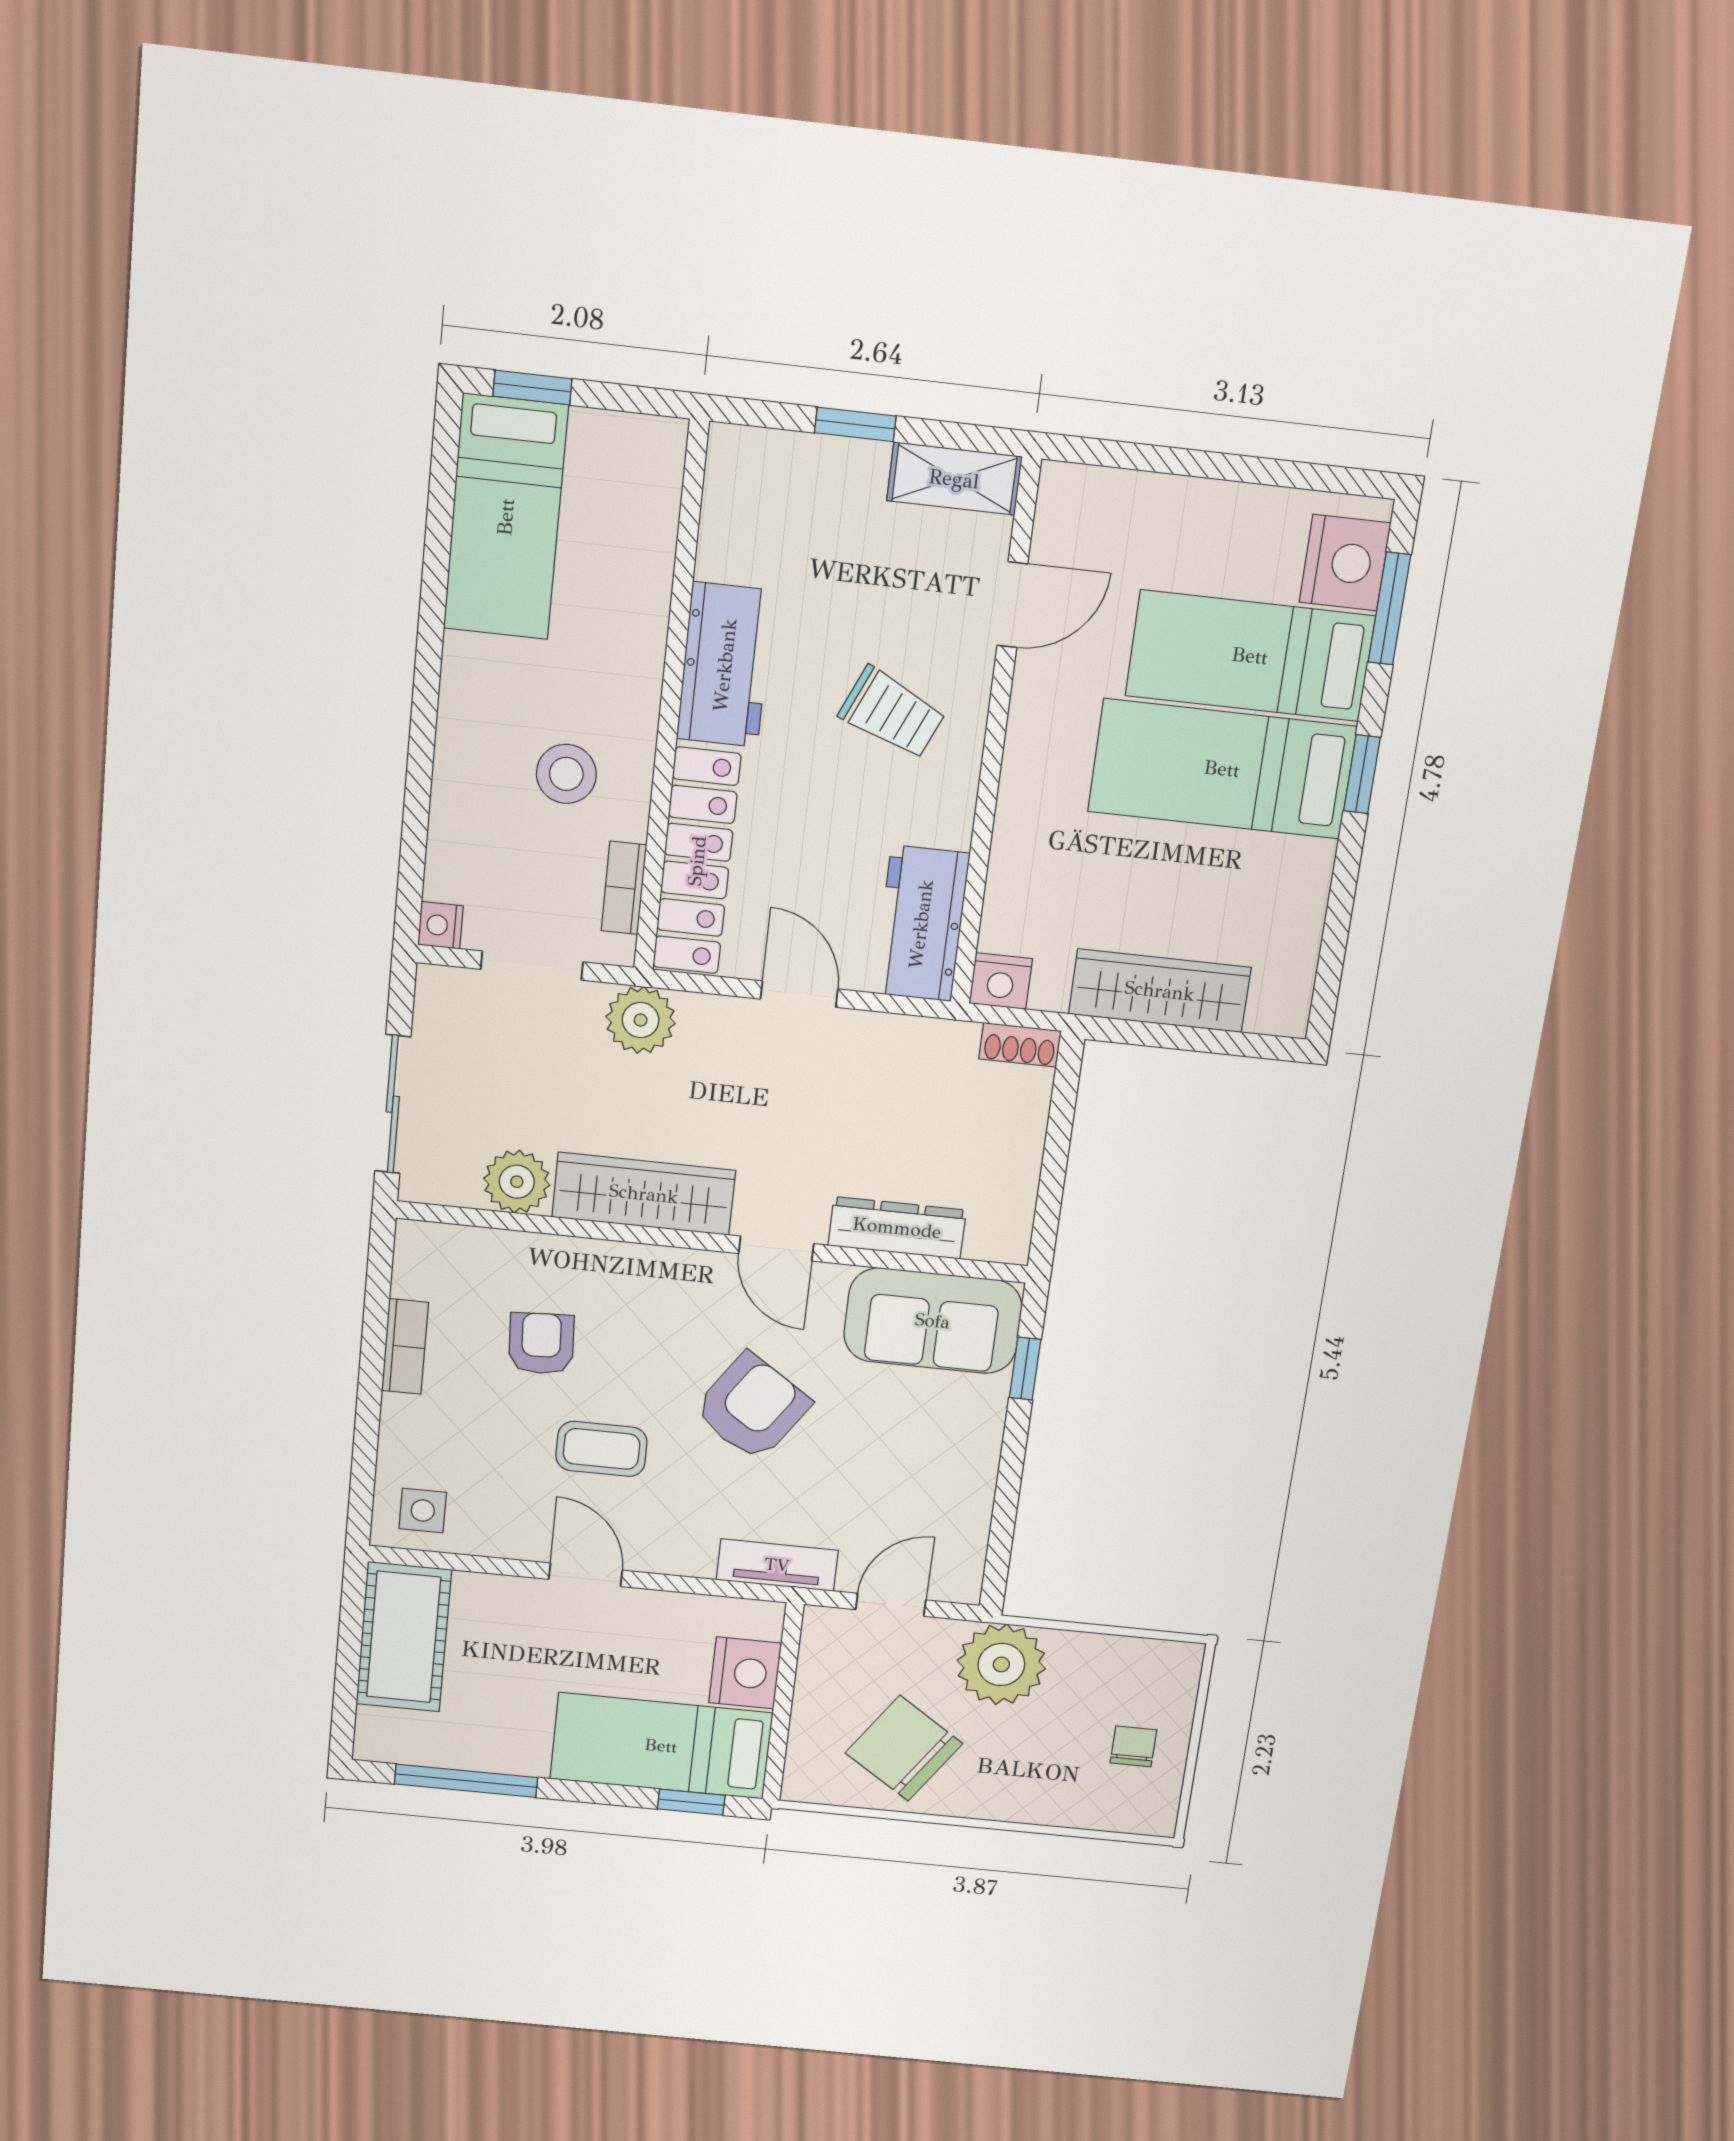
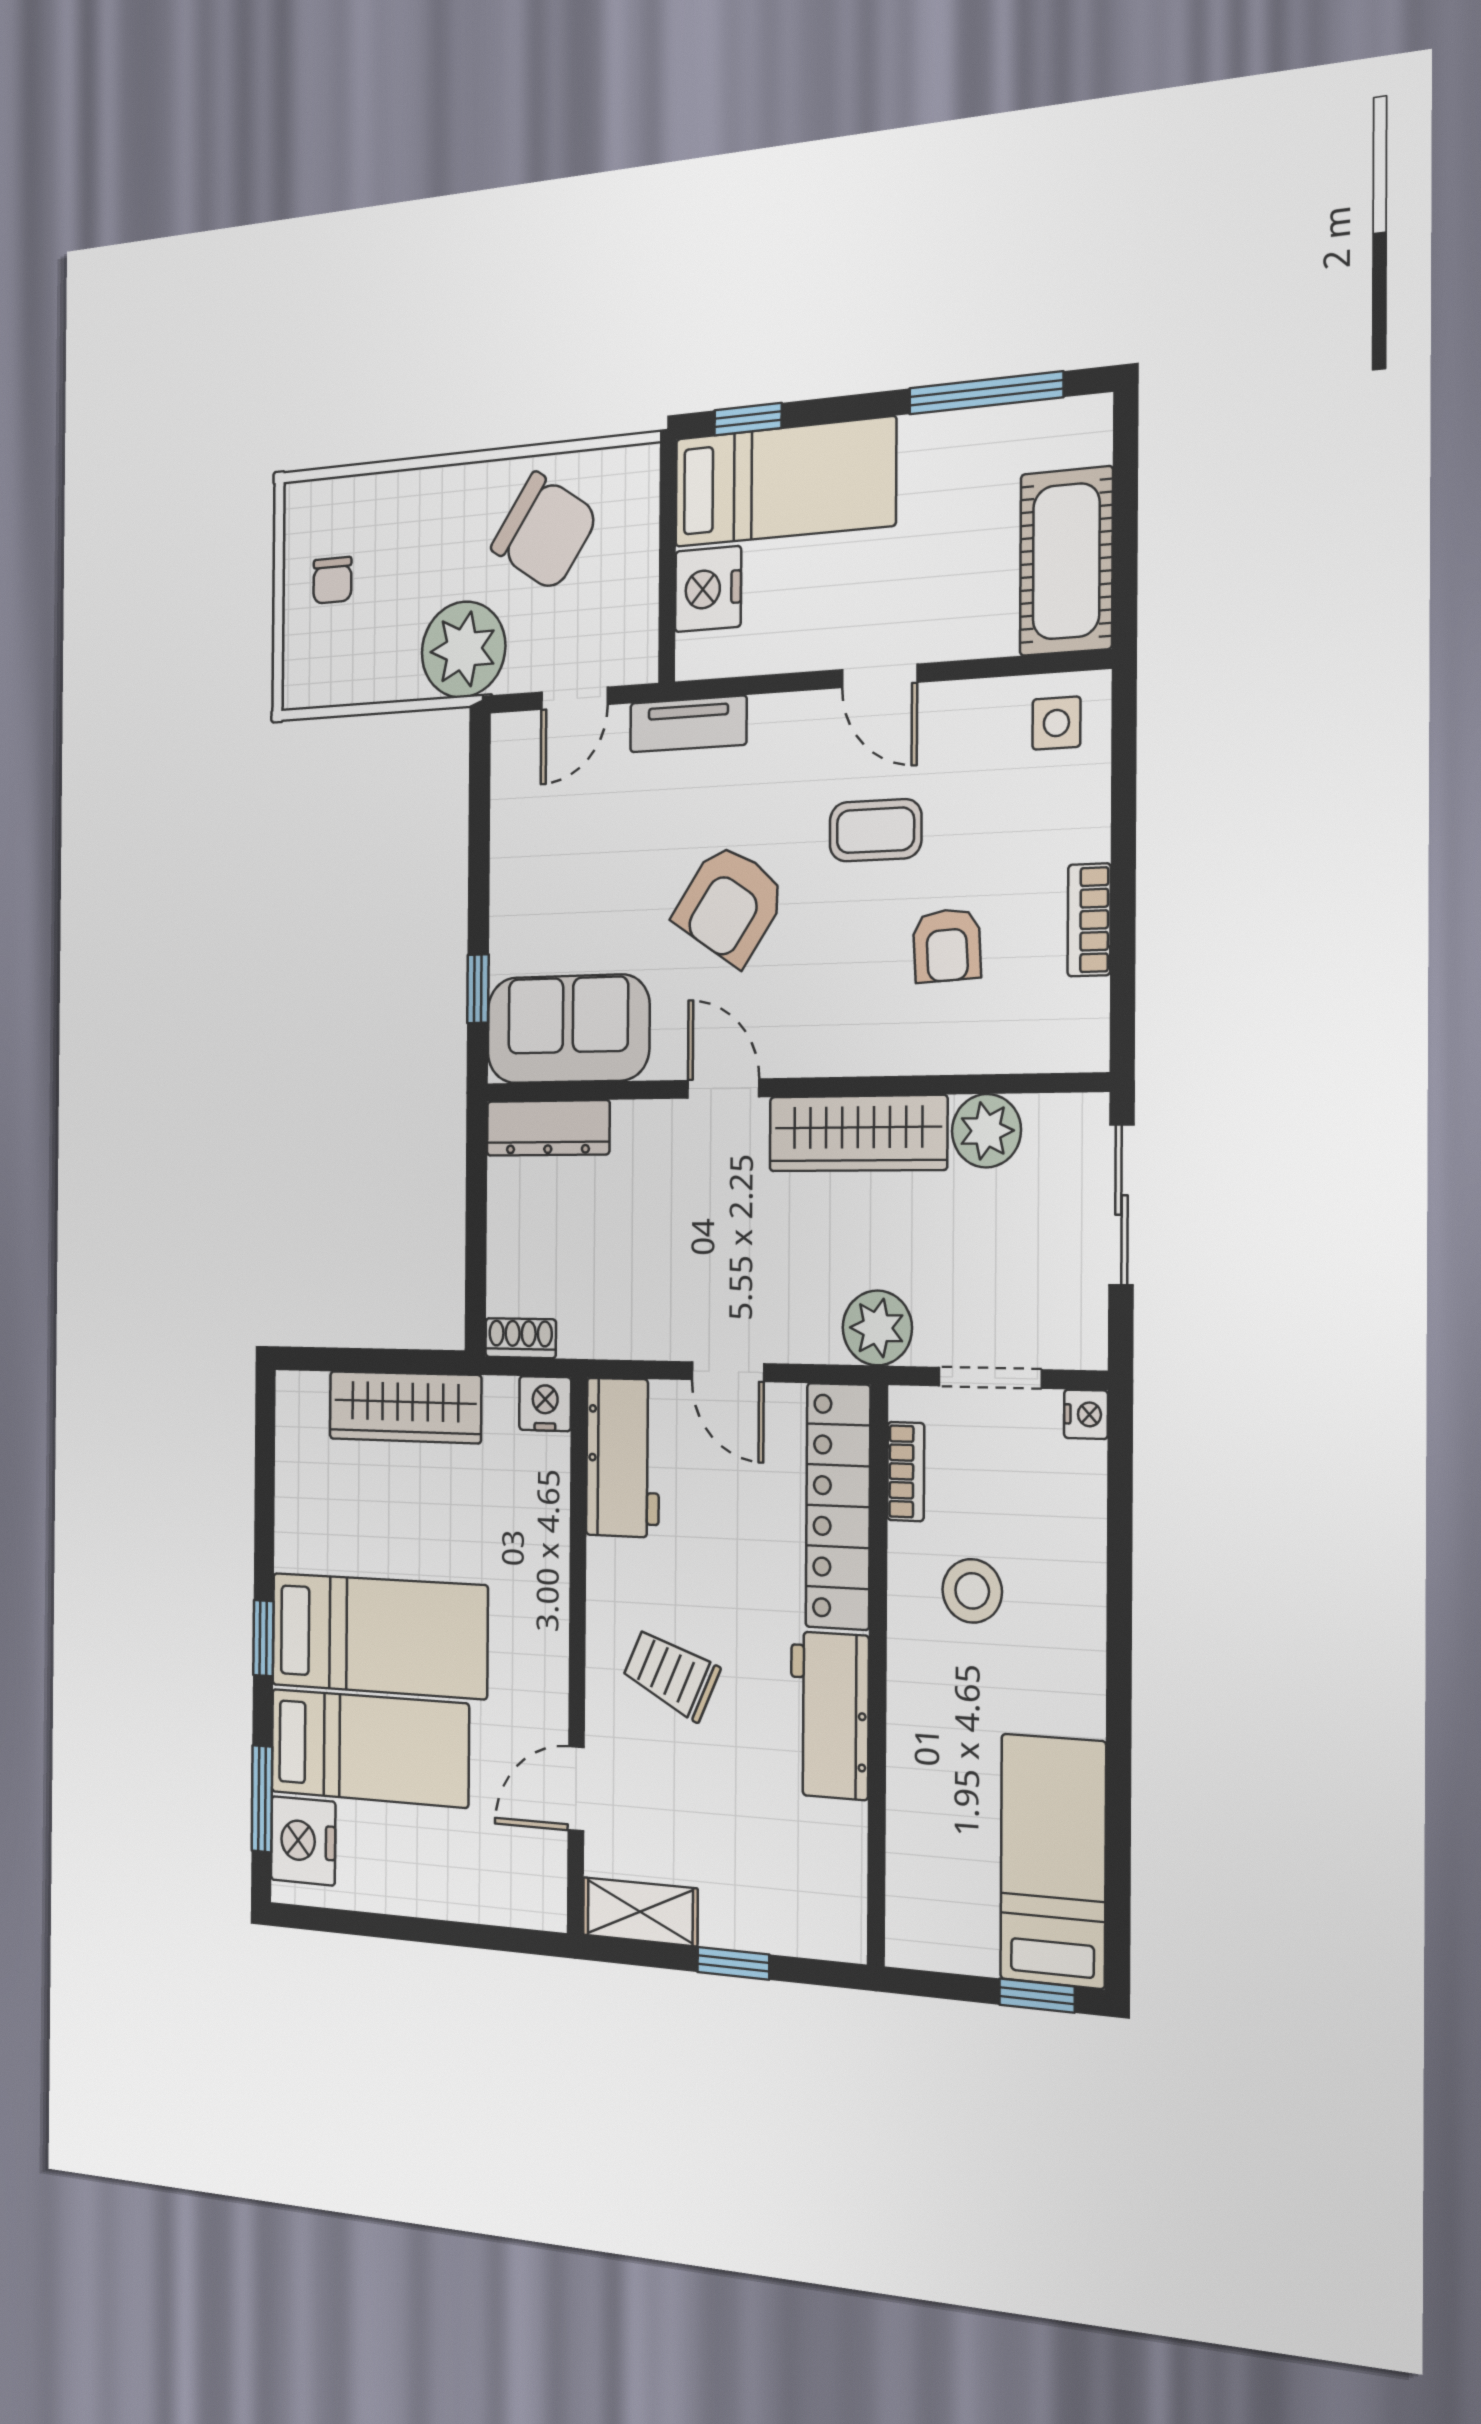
dresser: (897, 1228) -> (548, 1128), moved

